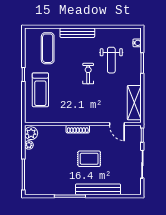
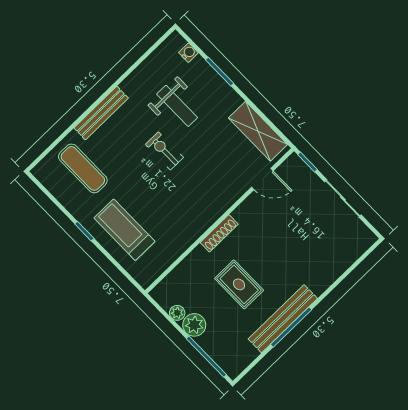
treadmill: (40, 90) -> (124, 230), turned 180
plant: (31, 133) -> (194, 325), moved
rug: (89, 159) -> (239, 284), moved, turned 90
bench: (98, 189) -> (283, 319), moved

